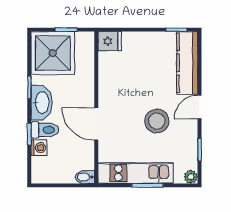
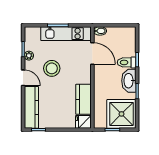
kitchen counter: (109, 75) -> (84, 99), added
door: (199, 107) -> (23, 78), hinge flipped
door: (96, 124) -> (92, 54), moved
washing machine: (39, 148) -> (131, 51), removed
plant: (191, 177) -> (29, 56), moved

